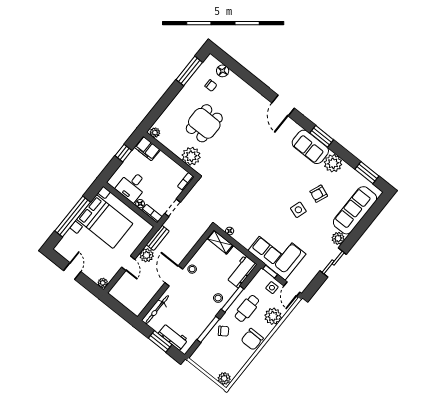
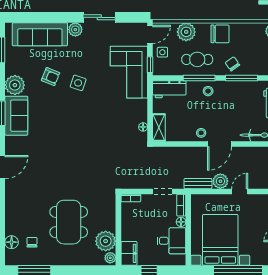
dining table: (204, 123) -> (69, 222), width x1.38
plant: (191, 156) -> (106, 241), moved

